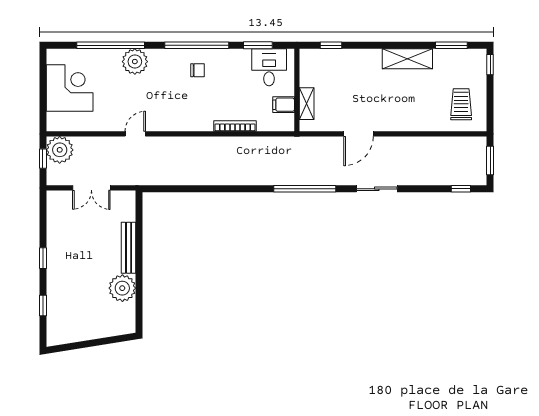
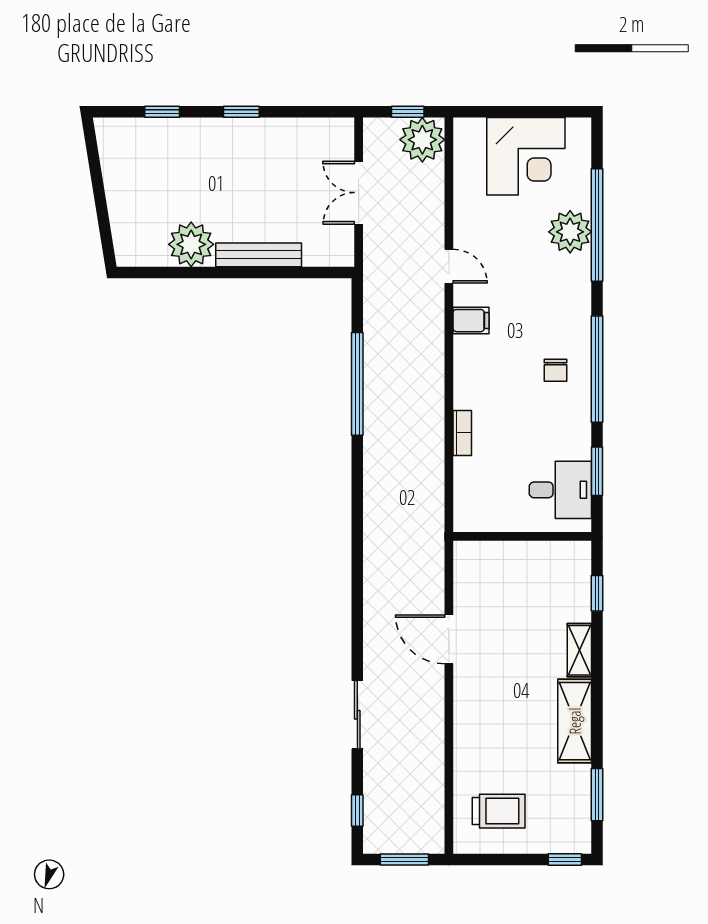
plant: (135, 62) -> (570, 232), moved
shelving: (307, 104) -> (579, 650), moved, turned 90
filing cabinet: (284, 105) -> (471, 321), moved, turned 90
bookcase: (235, 126) -> (462, 433), width x0.64
window: (305, 189) -> (357, 384), moved
sliding door: (377, 189) -> (357, 715), moved

